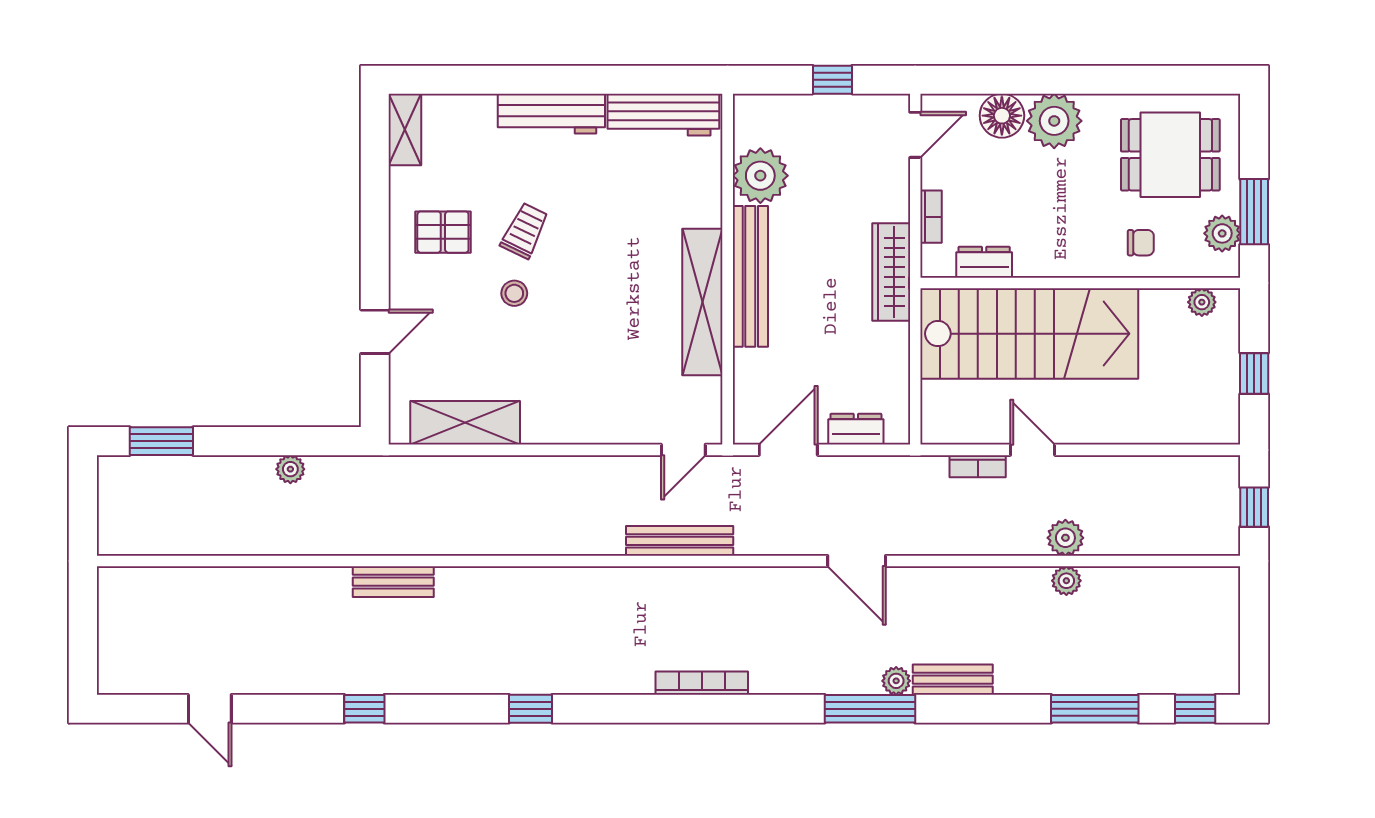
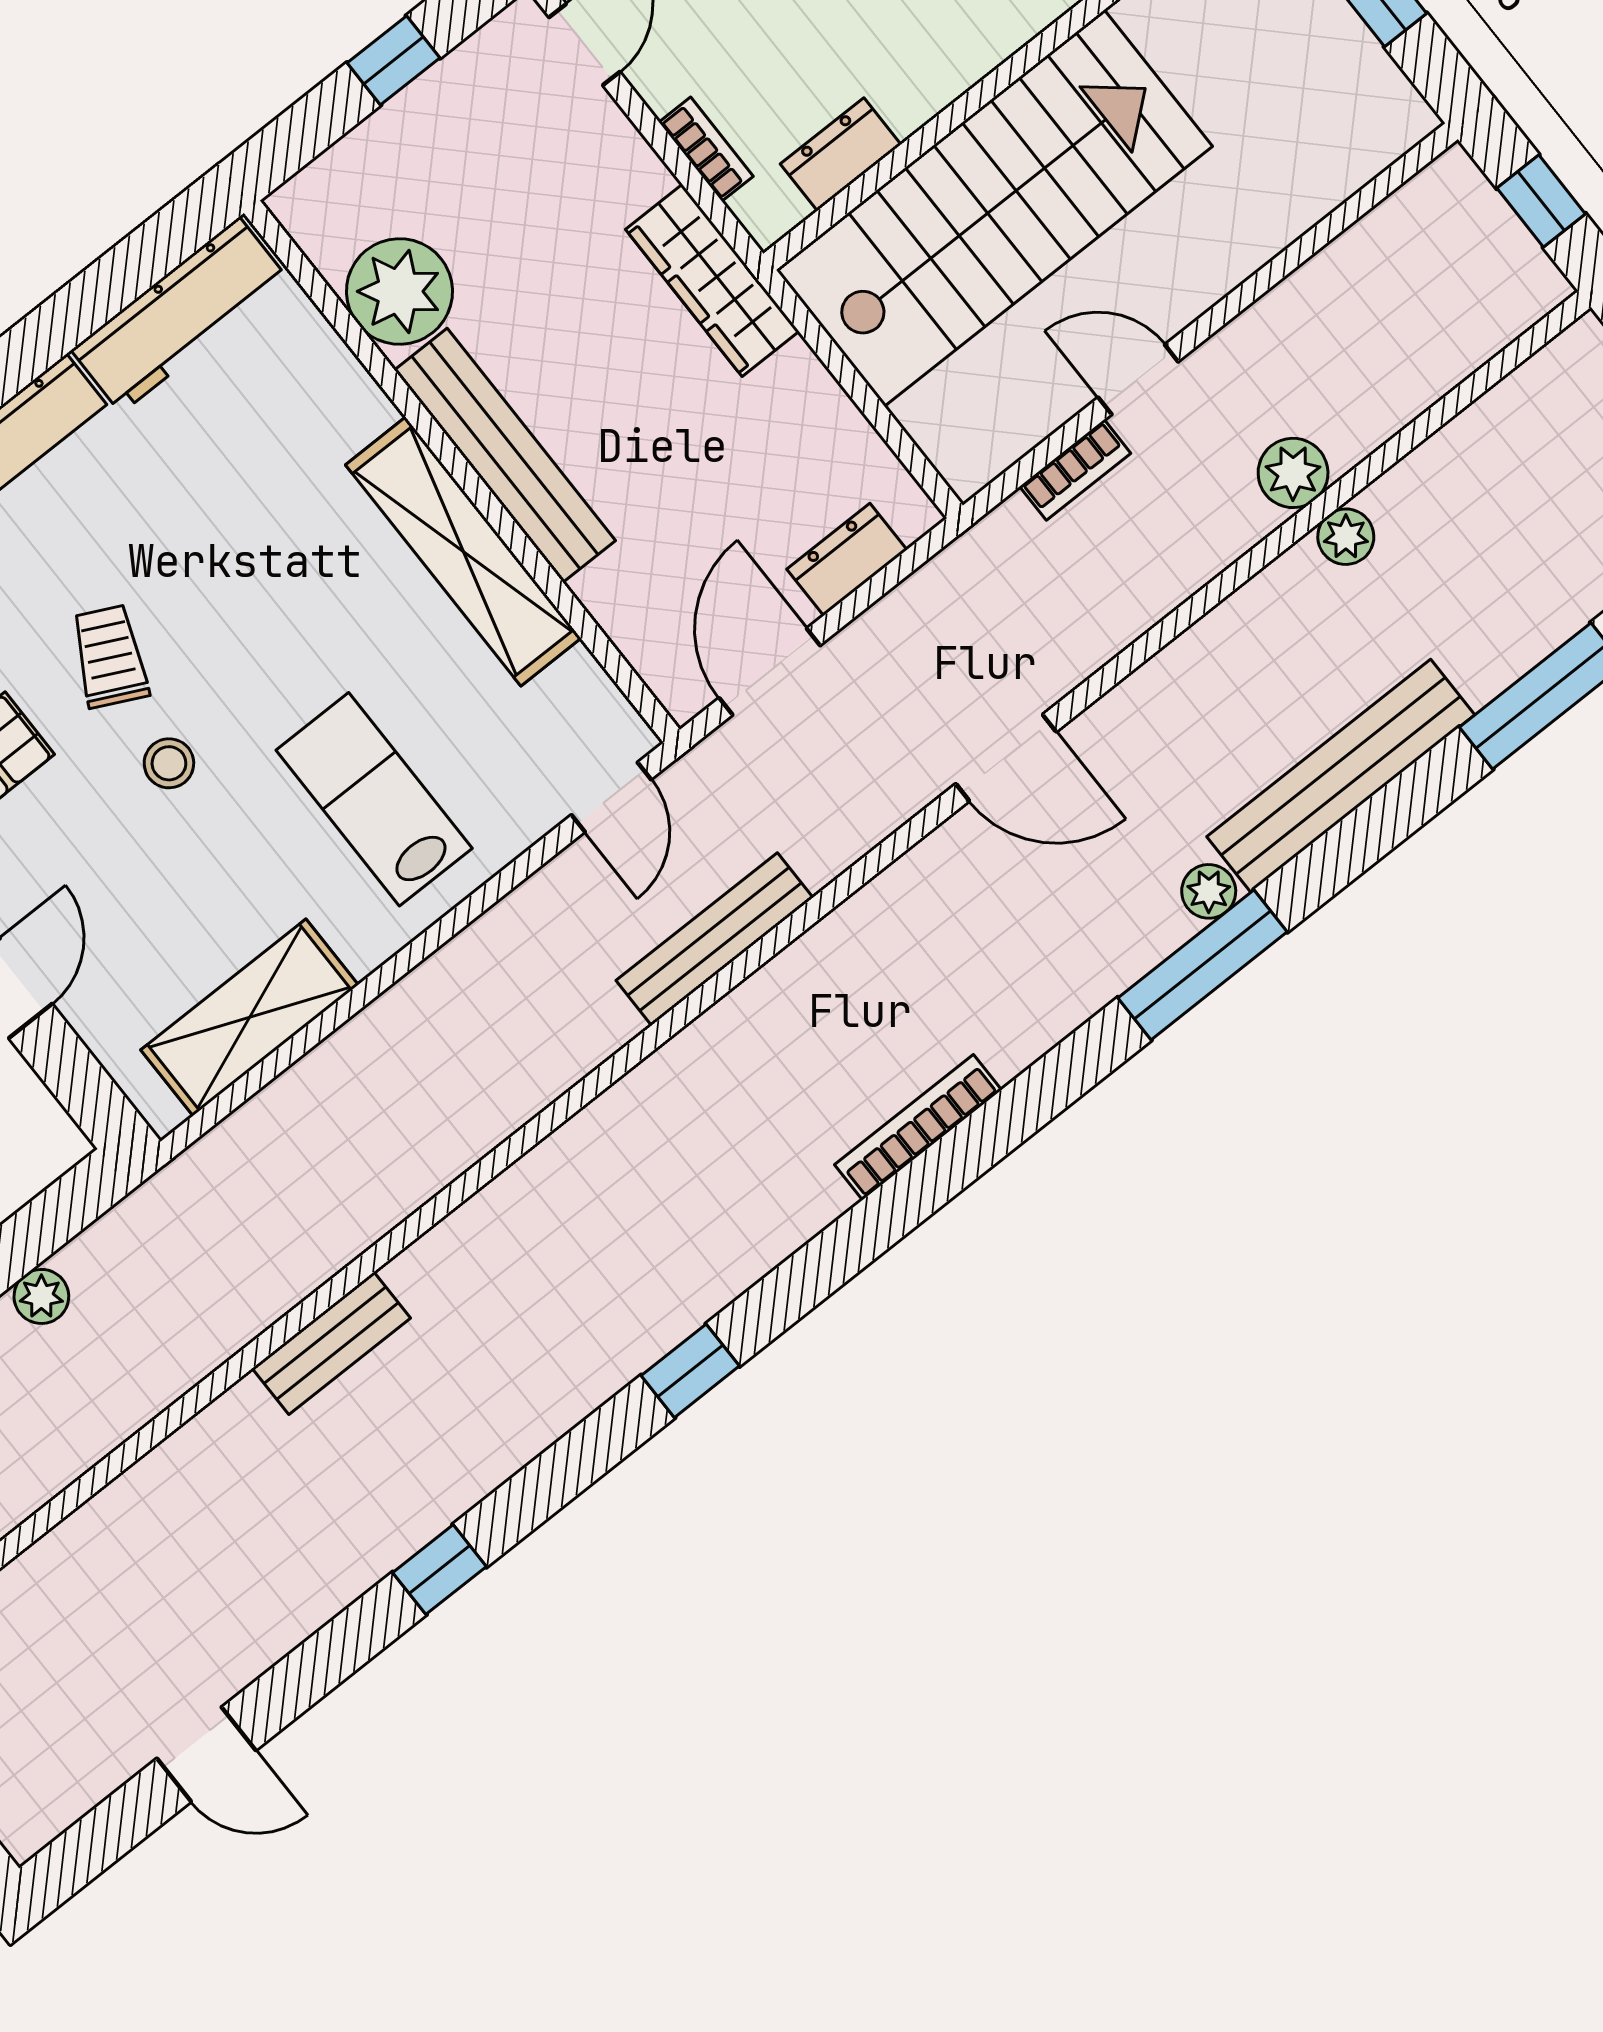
lab bench: (586, 374) -> (374, 799), added
bench: (953, 680) -> (1341, 776), width x1.86, depth x1.21

